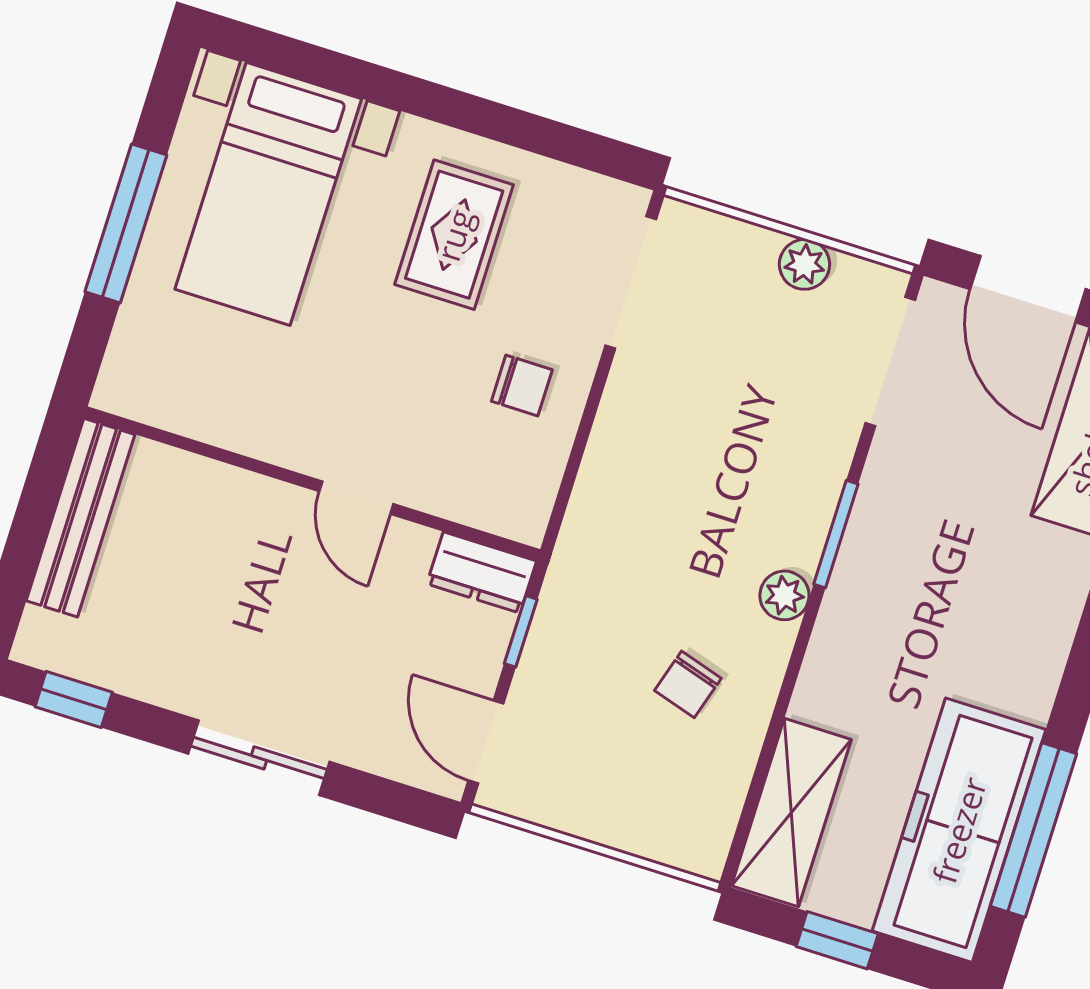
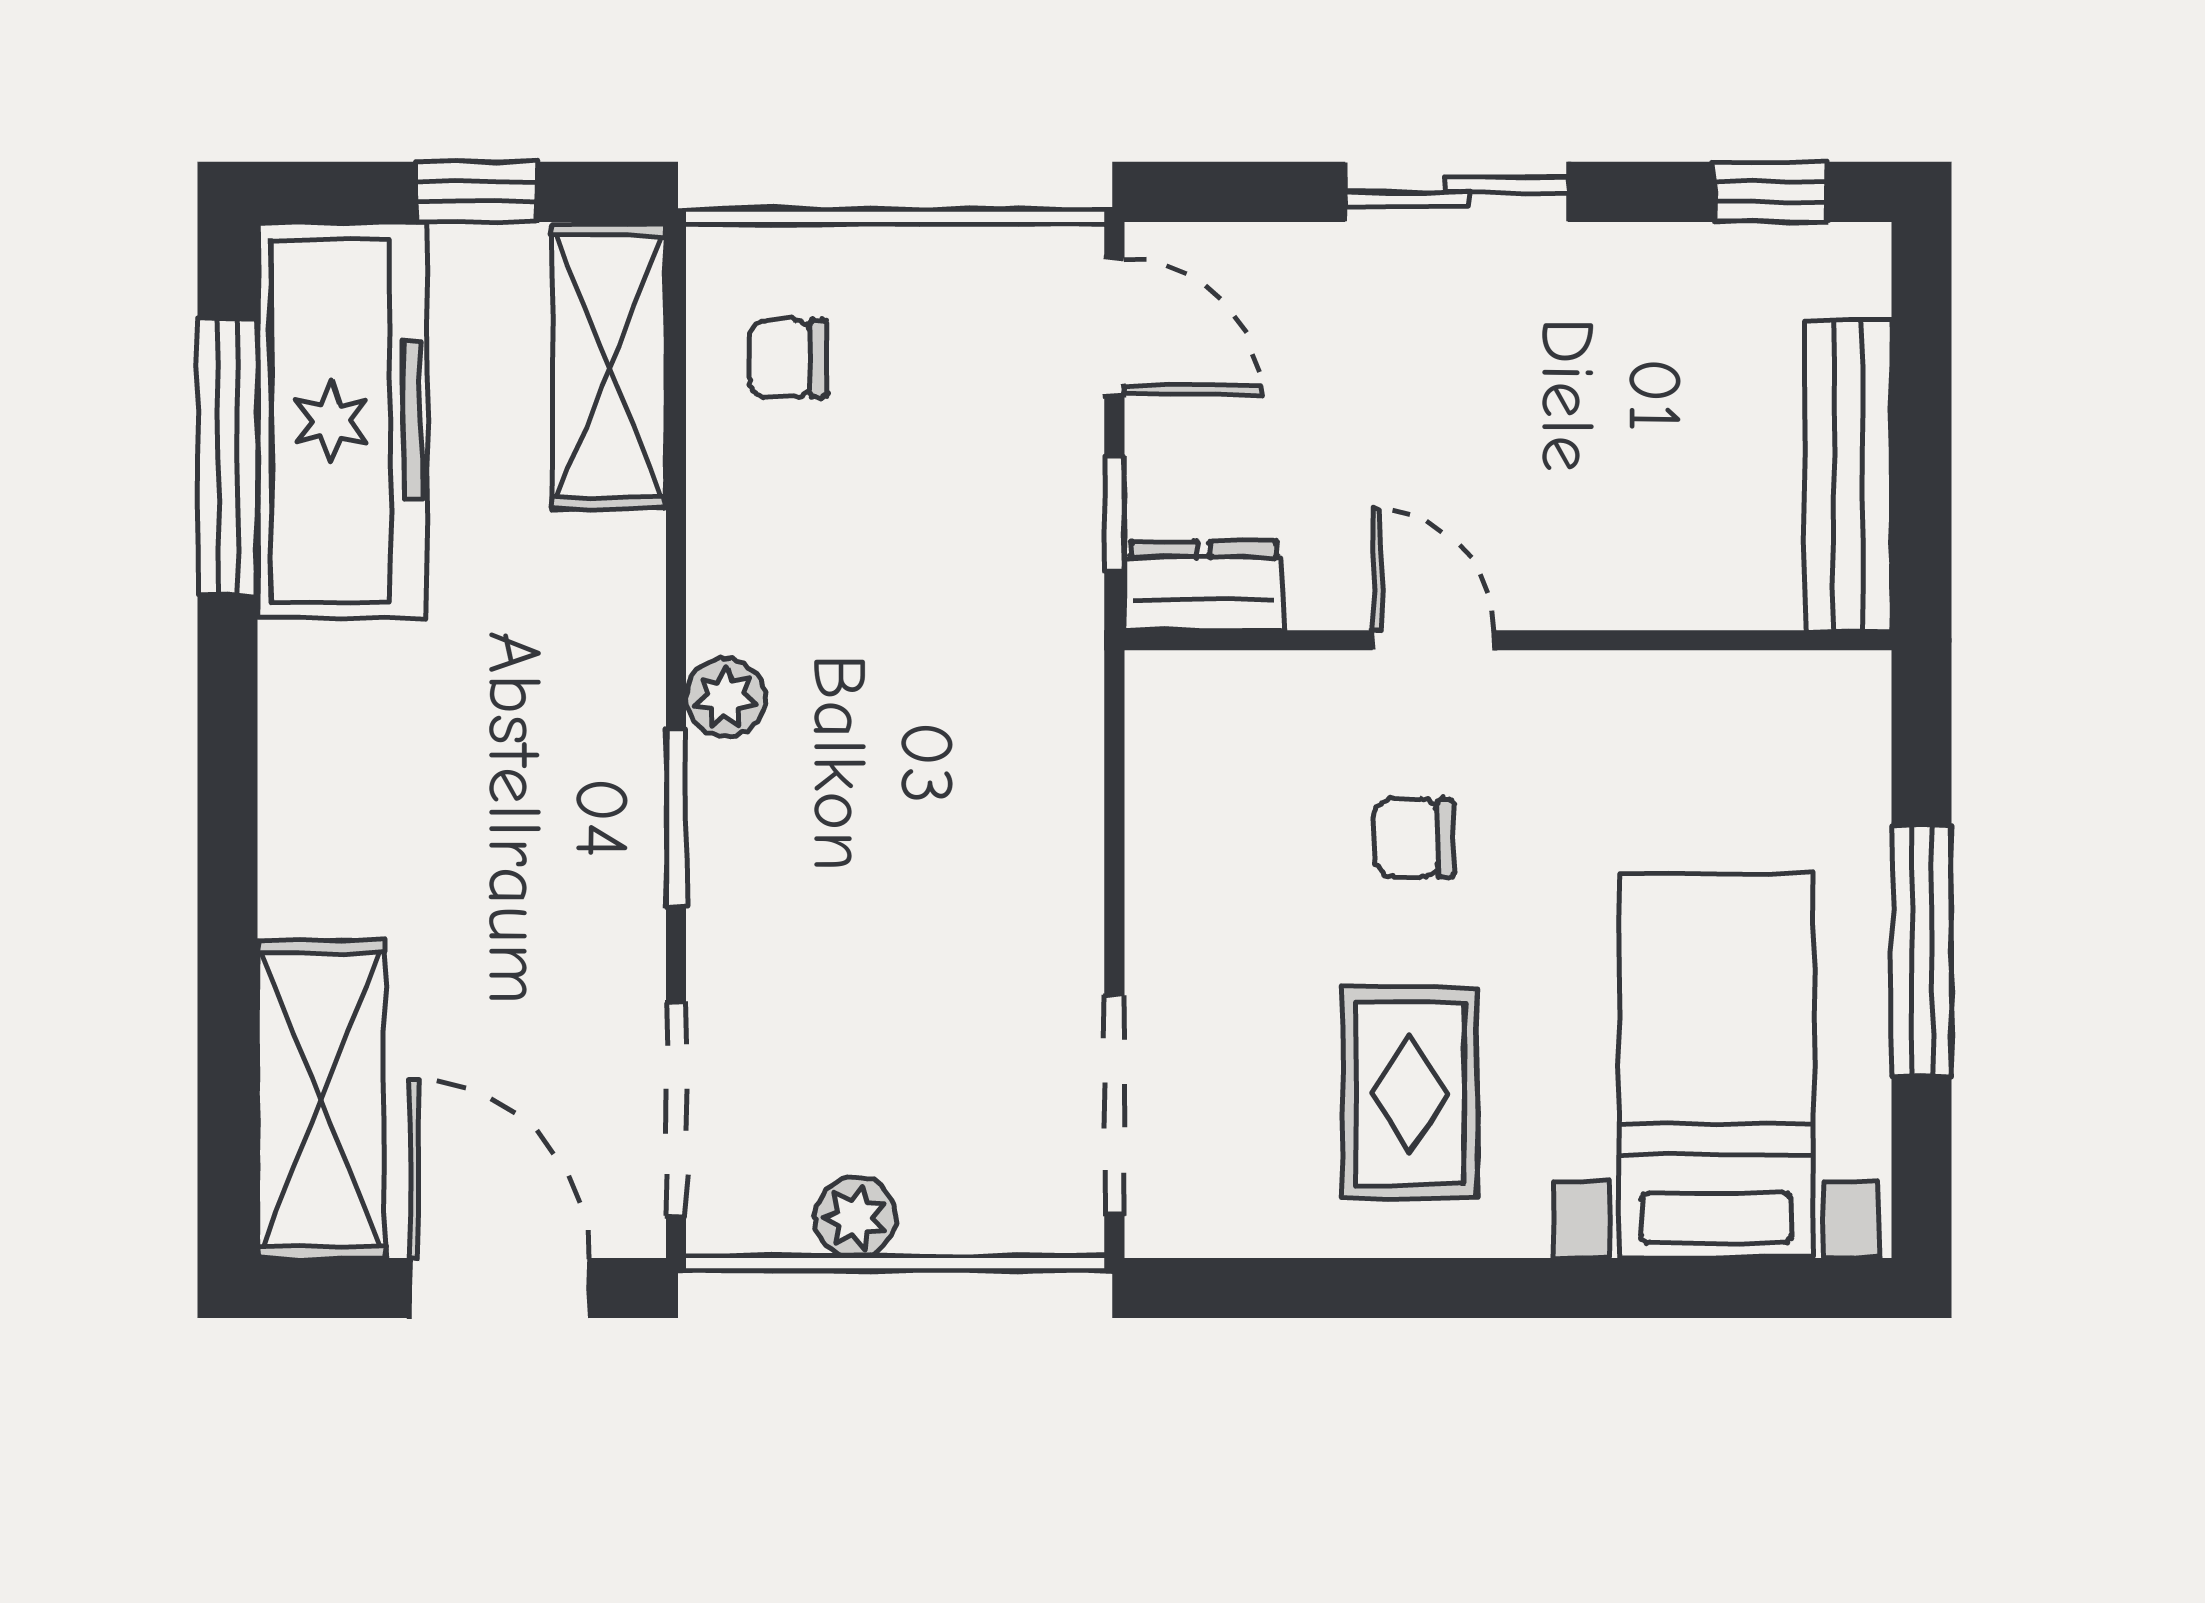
chair: (522, 385) -> (1414, 838), moved
chair: (688, 684) -> (788, 359), moved, turned -107

